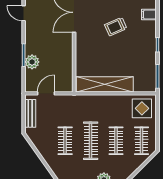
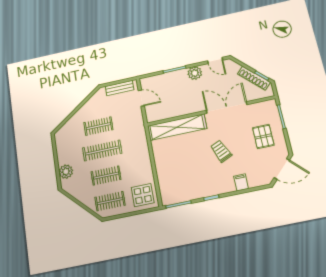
door: (24, 13) -> (215, 60), swing flipped
plant: (32, 62) -> (195, 73), moved
shelving: (105, 84) -> (177, 127), moved, turned 90

